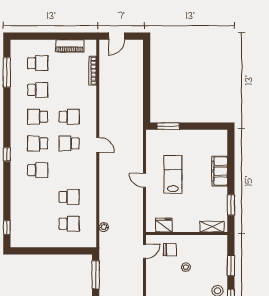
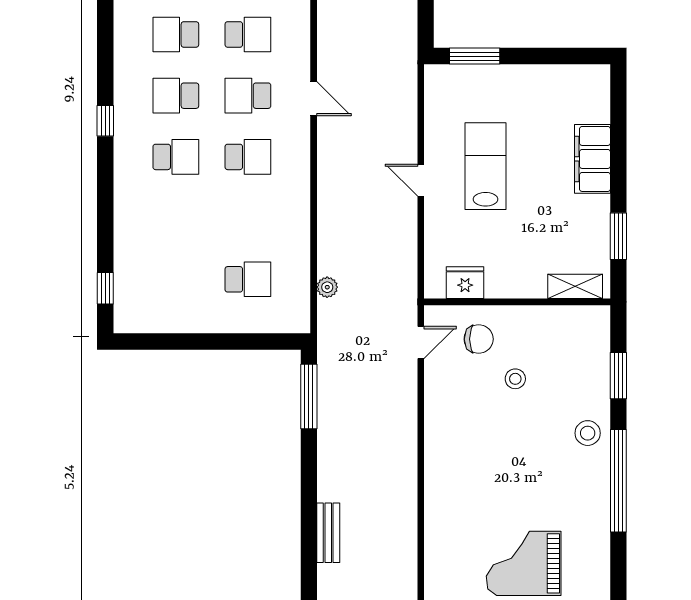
school desk: (69, 197) -> (248, 157), moved

